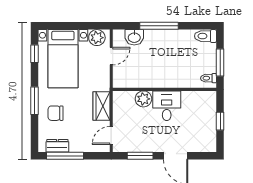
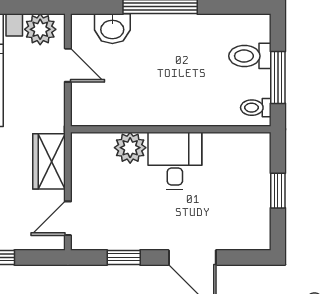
toilet: (205, 36) -> (250, 56), moved
door: (111, 56) -> (68, 65), hinge flipped
window: (140, 156) -> (124, 257), width x0.67

